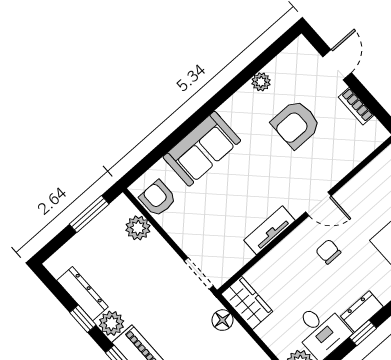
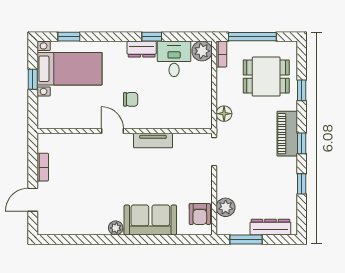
plant: (261, 82) -> (116, 228), moved
armchair: (296, 124) -> (85, 187), removed
chair: (328, 252) -> (131, 99), turned -90
dresser: (82, 294) -> (270, 227), moved, turned 90
wardrobe: (247, 303) -> (202, 111), removed
plant: (112, 323) -> (288, 167), removed

